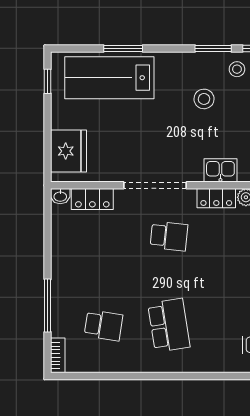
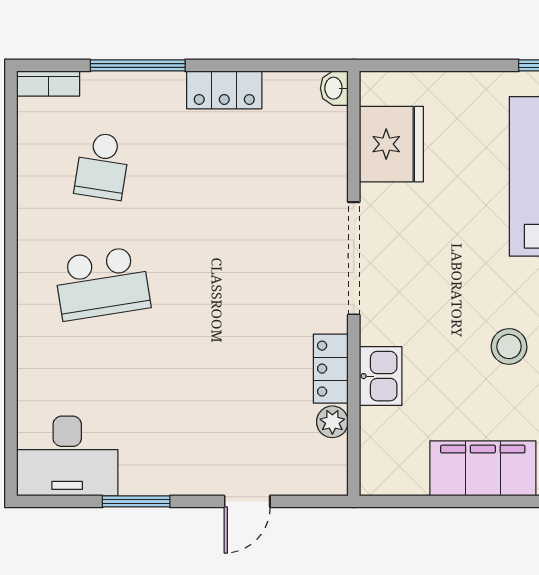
fridge: (69, 151) -> (391, 144), moved, turned -90
locker: (92, 199) -> (224, 90), moved, turned -90
school desk: (169, 236) -> (262, 283), removed

